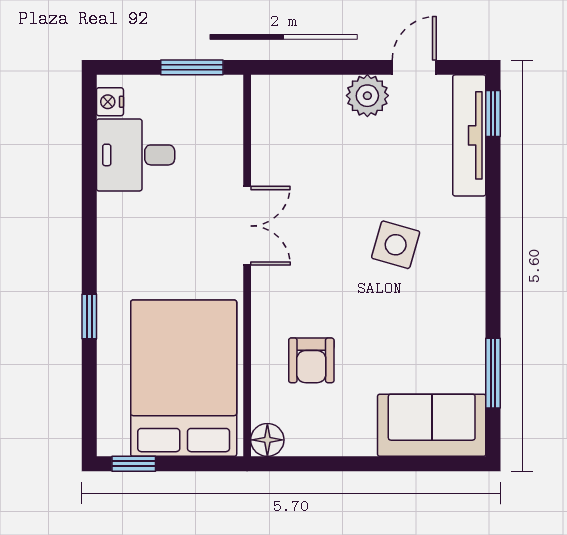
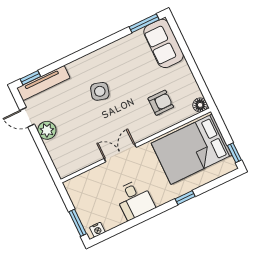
window: (192, 67) -> (78, 223), moved
desk: (136, 155) -> (135, 200), moved
window: (493, 373) -> (144, 23), moved

